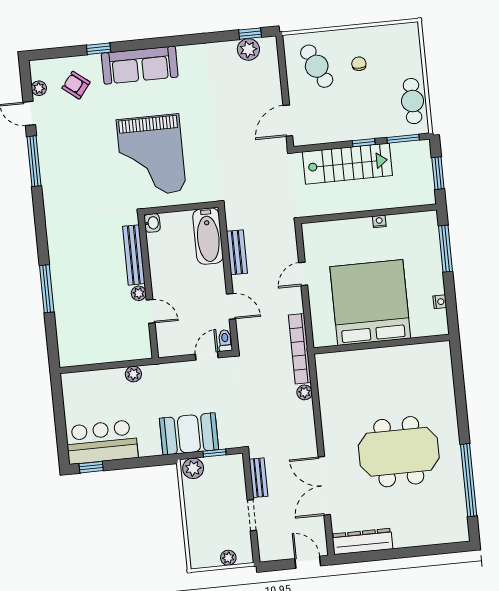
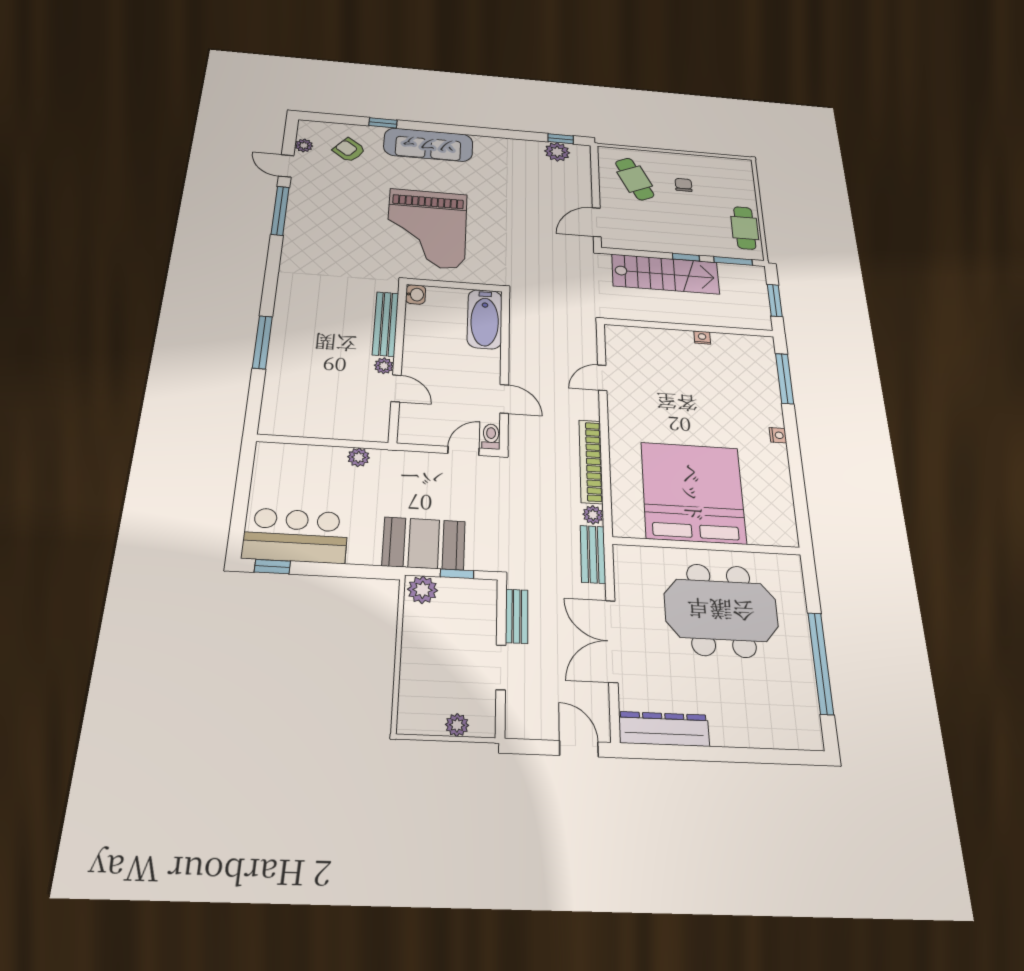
bench: (237, 252) -> (593, 554), moved
bed: (370, 302) -> (693, 493), moved
wall: (382, 344) -> (707, 546), moved

